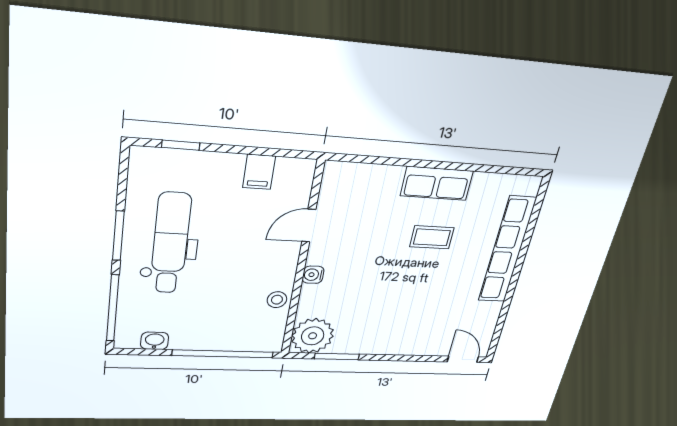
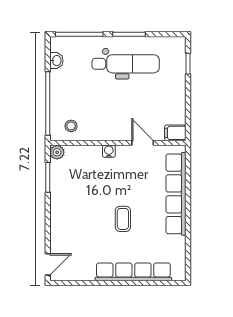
filing cabinet: (259, 172) -> (175, 133), moved
row of seats: (437, 183) -> (176, 194), width x2.02
coffee table: (432, 237) -> (123, 219), moved
stool: (277, 300) -> (71, 126), moved
plant: (313, 336) -> (57, 152), width x0.53, depth x0.53

